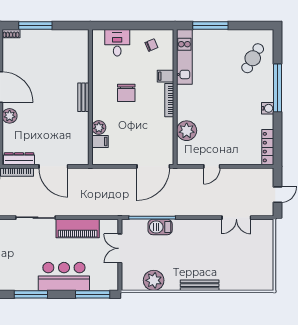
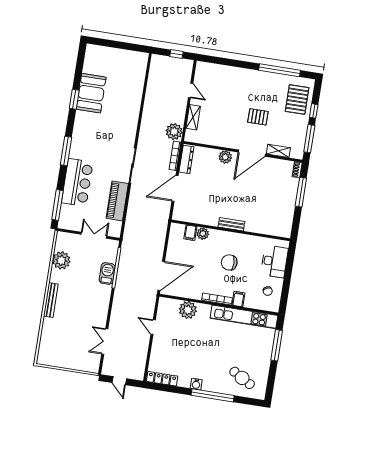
desk: (117, 43) -> (274, 261), width x1.37
kitchen unit: (184, 57) -> (244, 317), width x1.36
door: (153, 166) -> (161, 276), swing flipped

